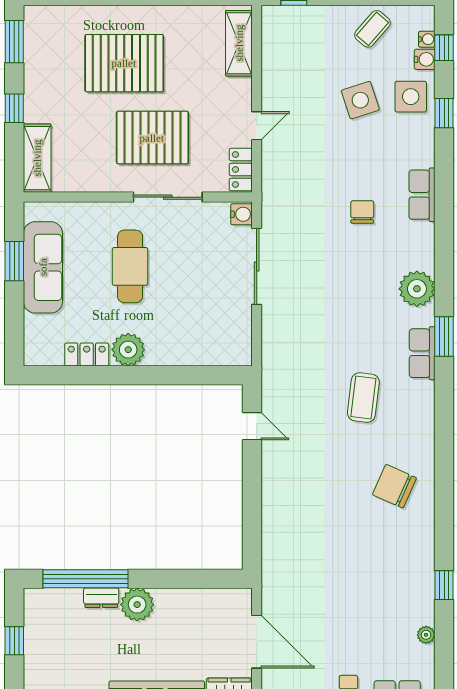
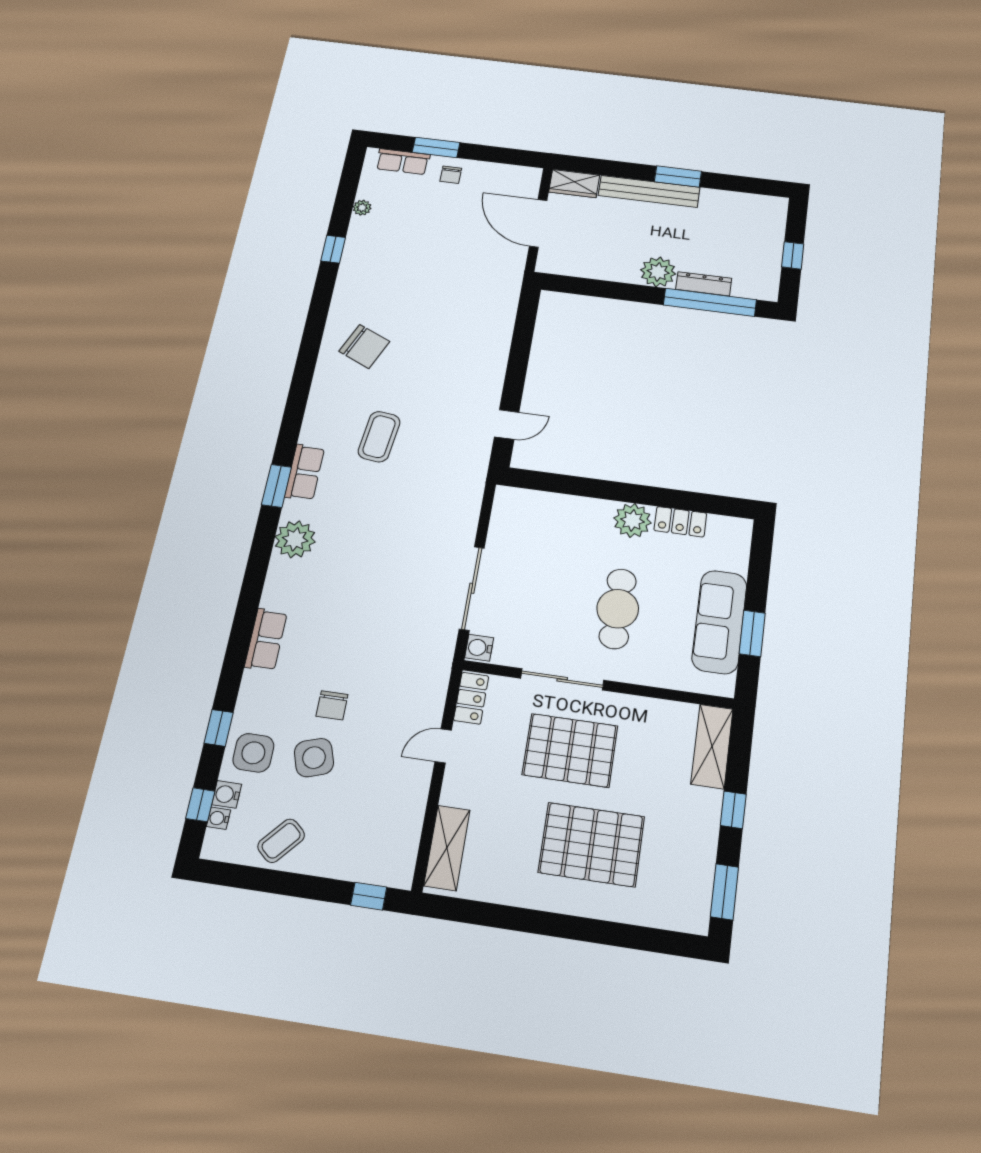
chair: (362, 212) -> (332, 705), moved
door: (252, 426) -> (507, 425), swing flipped
dresser: (101, 598) -> (704, 284), width x1.44

